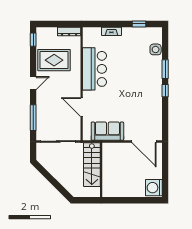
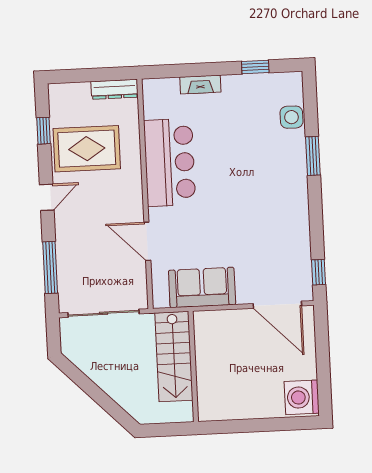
window: (33, 40) -> (43, 131), moved
window: (165, 91) -> (319, 272), moved

